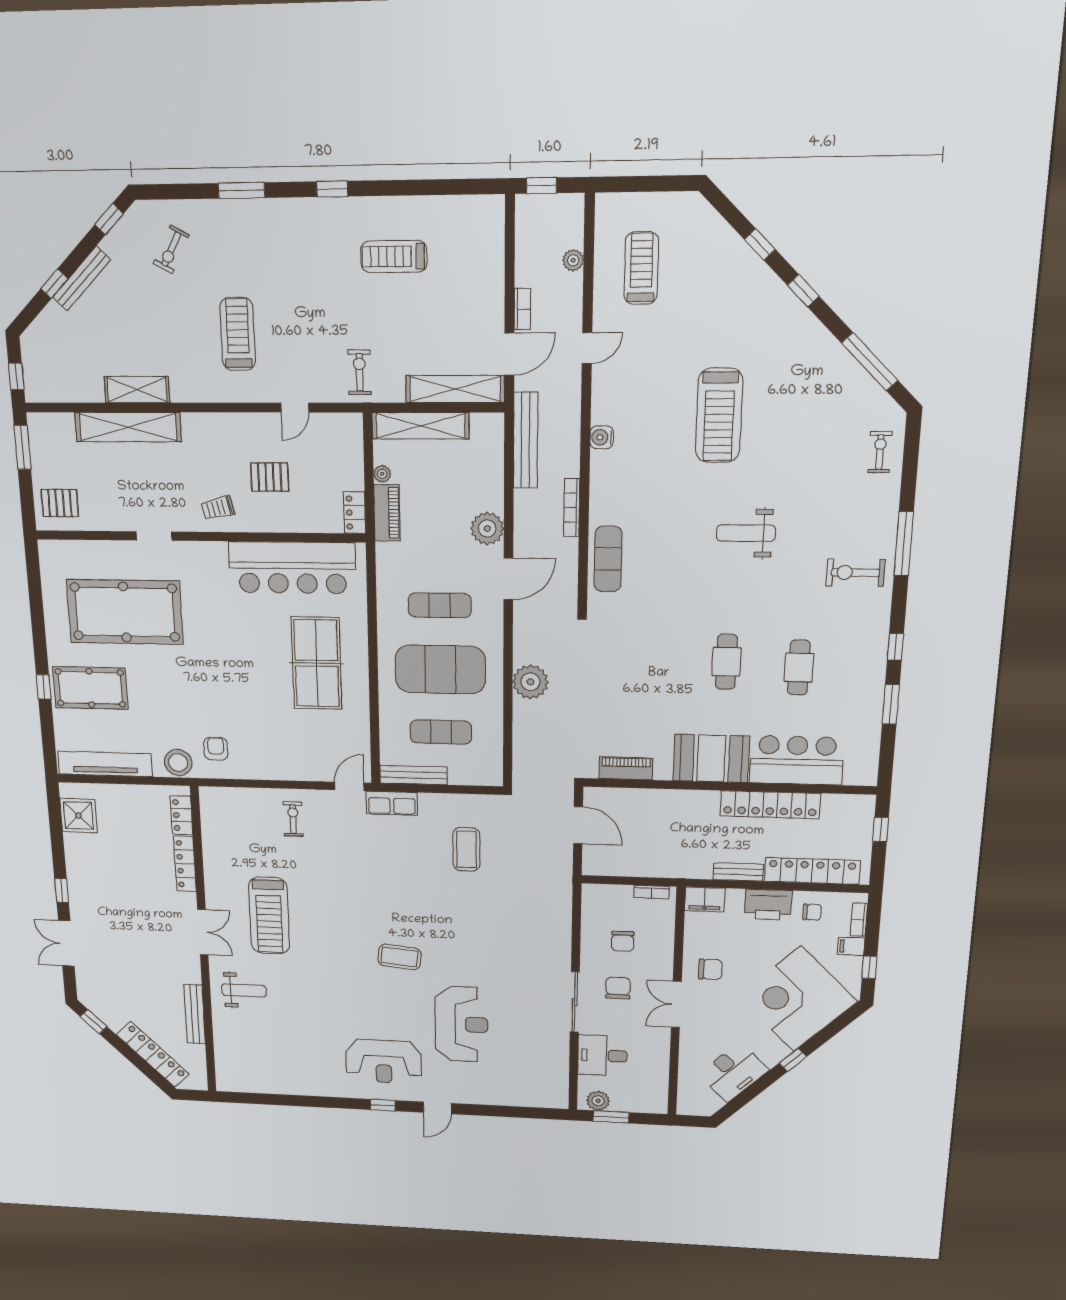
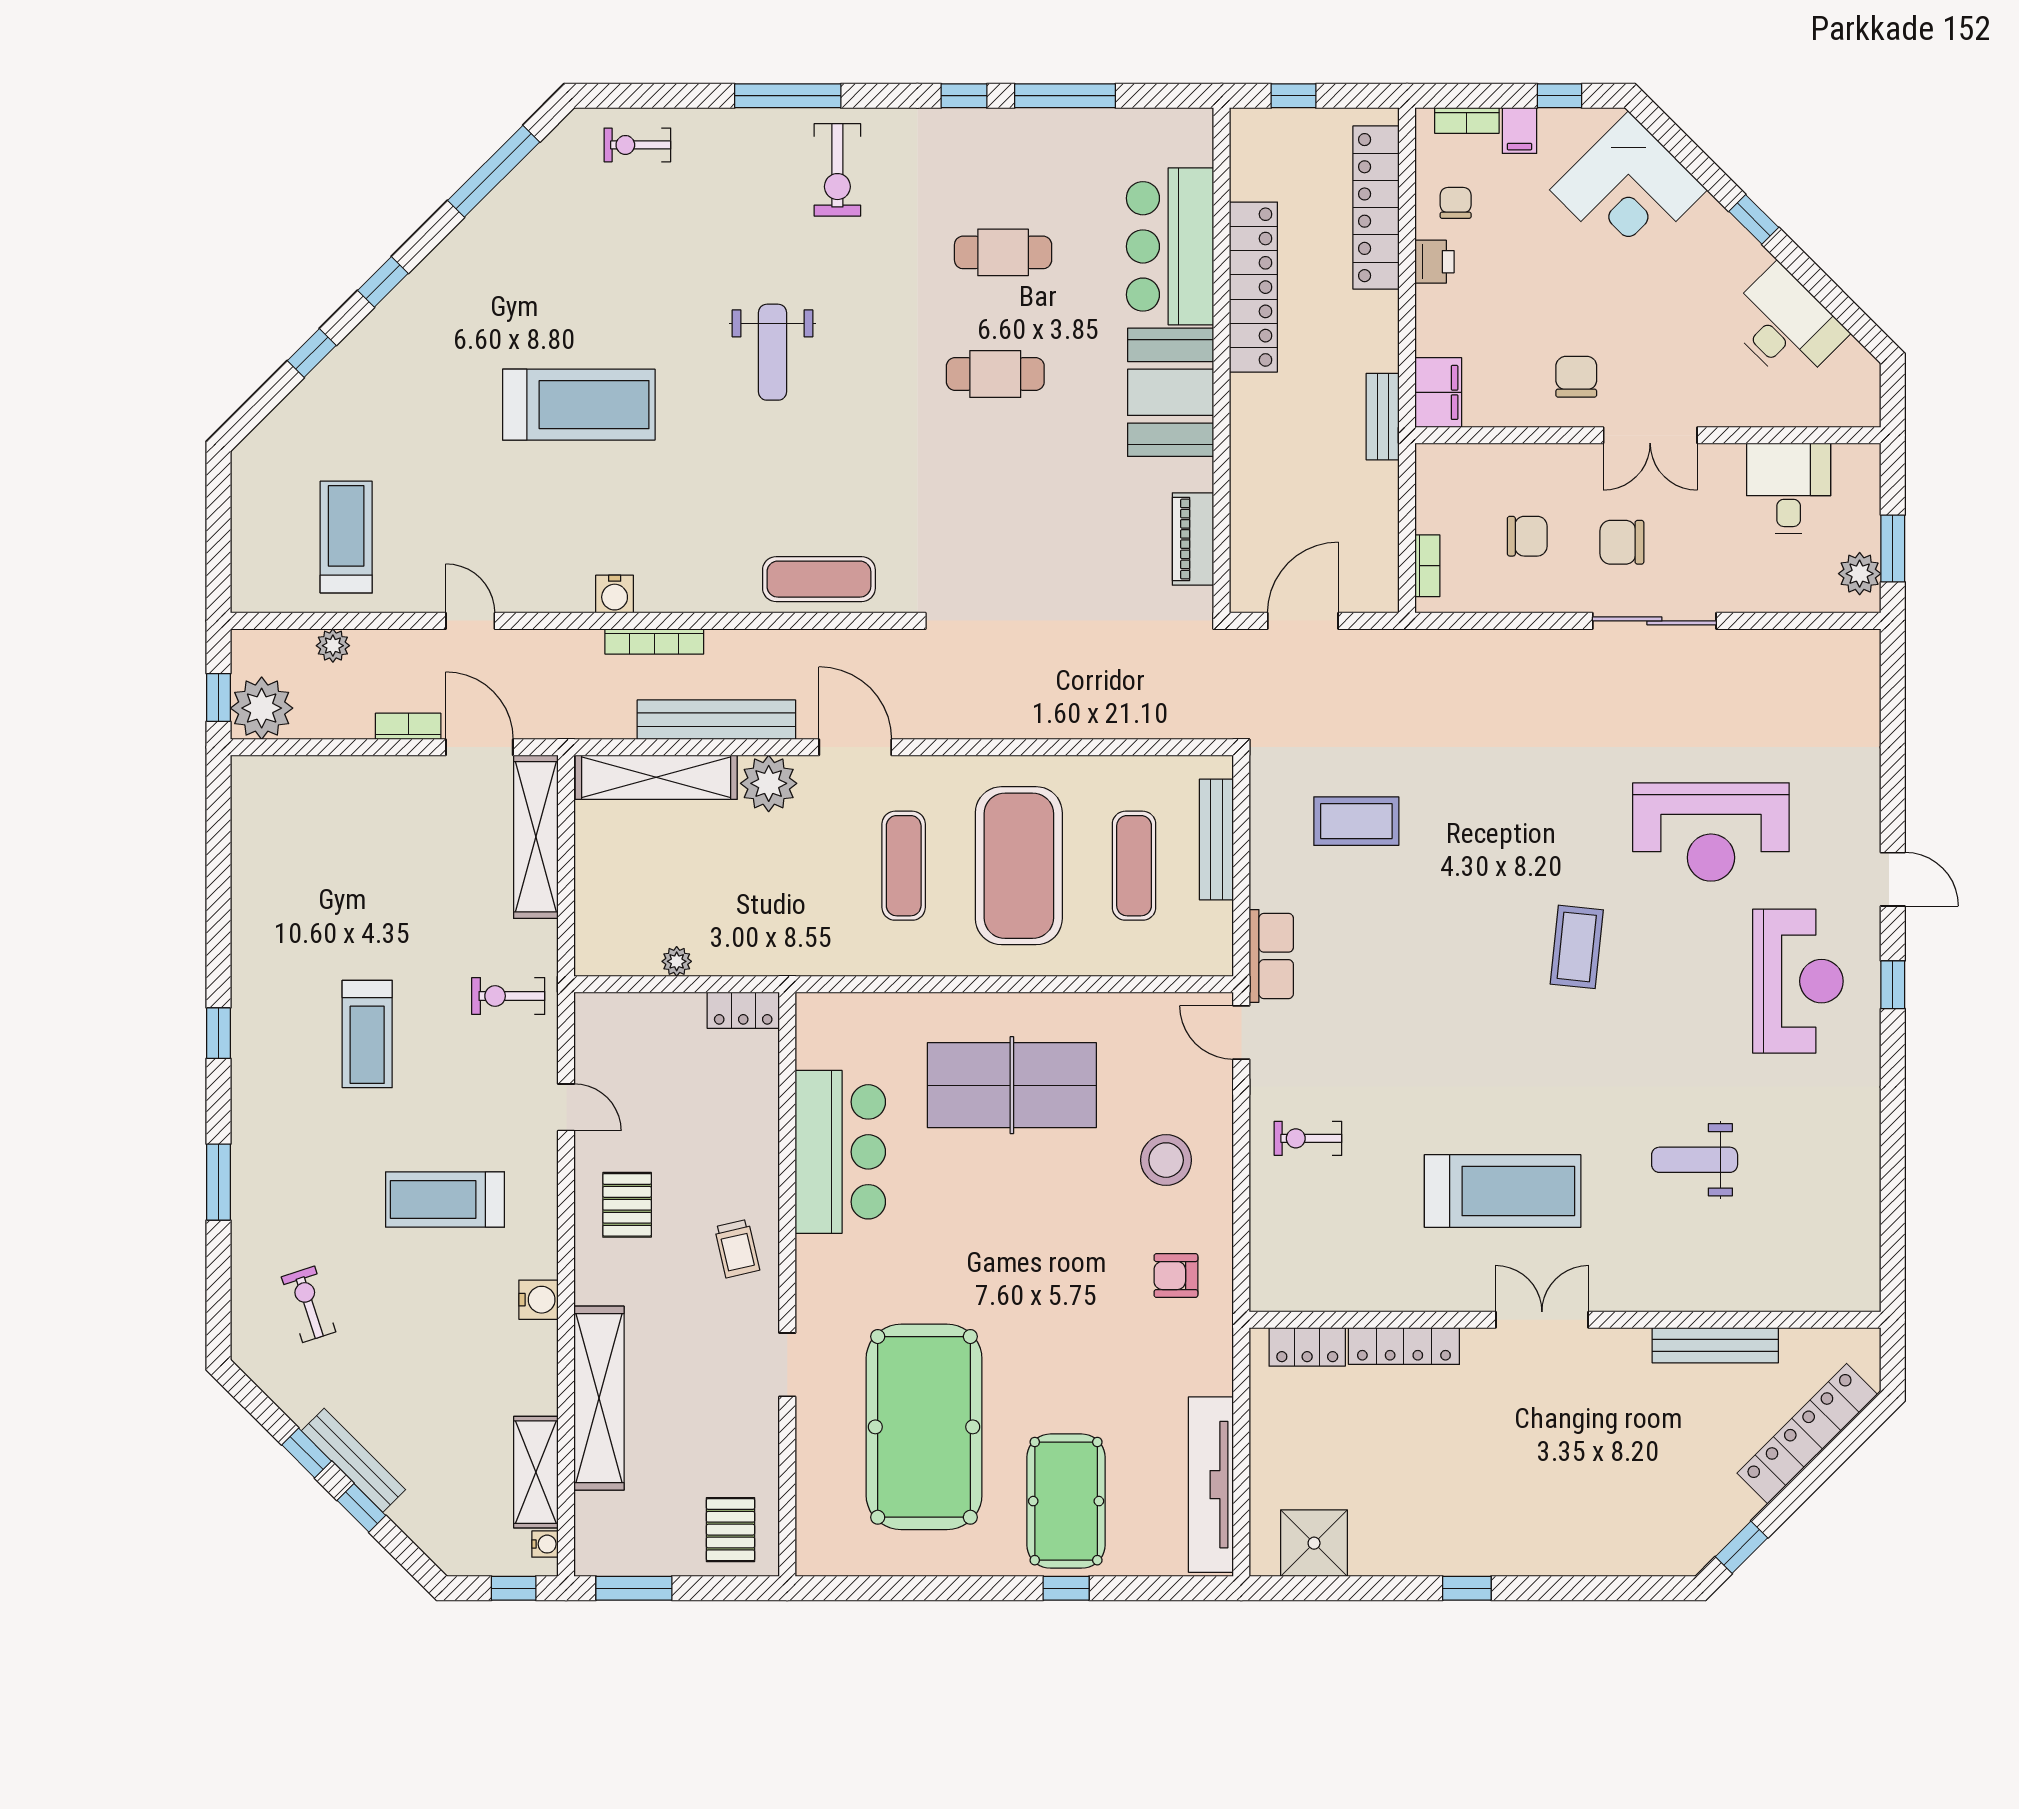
window: (109, 219) -> (307, 1453), moved
exercise bike: (171, 249) -> (309, 1304), turned -136
treadmill: (394, 257) -> (367, 1034), moved
treadmill: (641, 268) -> (346, 537), turned 90
shelving: (137, 390) -> (536, 1472), moved
water cooler: (182, 391) -> (538, 1300), added
water cooler: (43, 395) -> (545, 1544), added
shelving: (420, 426) -> (656, 777), moved, turned 90
bench: (526, 440) -> (716, 720), moved
pallet: (270, 477) -> (627, 1205), moved
bookcase: (572, 508) -> (654, 641), moved
piano: (387, 513) -> (743, 955), removed
bar counter: (292, 568) -> (840, 1152), width x0.73
plant: (530, 682) -> (262, 708), moved
window: (891, 704) -> (1065, 96), width x1.44
stool: (178, 763) -> (1166, 1160), moved
bench: (413, 775) -> (1216, 839), moved
bench: (738, 872) -> (1383, 417), moved
bookcase: (651, 892) -> (1427, 566), moved
printer: (768, 905) -> (1435, 262), width x0.53, depth x0.68
double door: (66, 943) -> (1577, 1588), removed
weight bench: (244, 990) -> (1695, 1160), moved, turned -90
corner desk: (797, 999) -> (1628, 190), width x0.74, depth x0.74
reception desk: (461, 1024) -> (1711, 832), turned 180
desk: (602, 1056) -> (1789, 488), moved, turned 180

